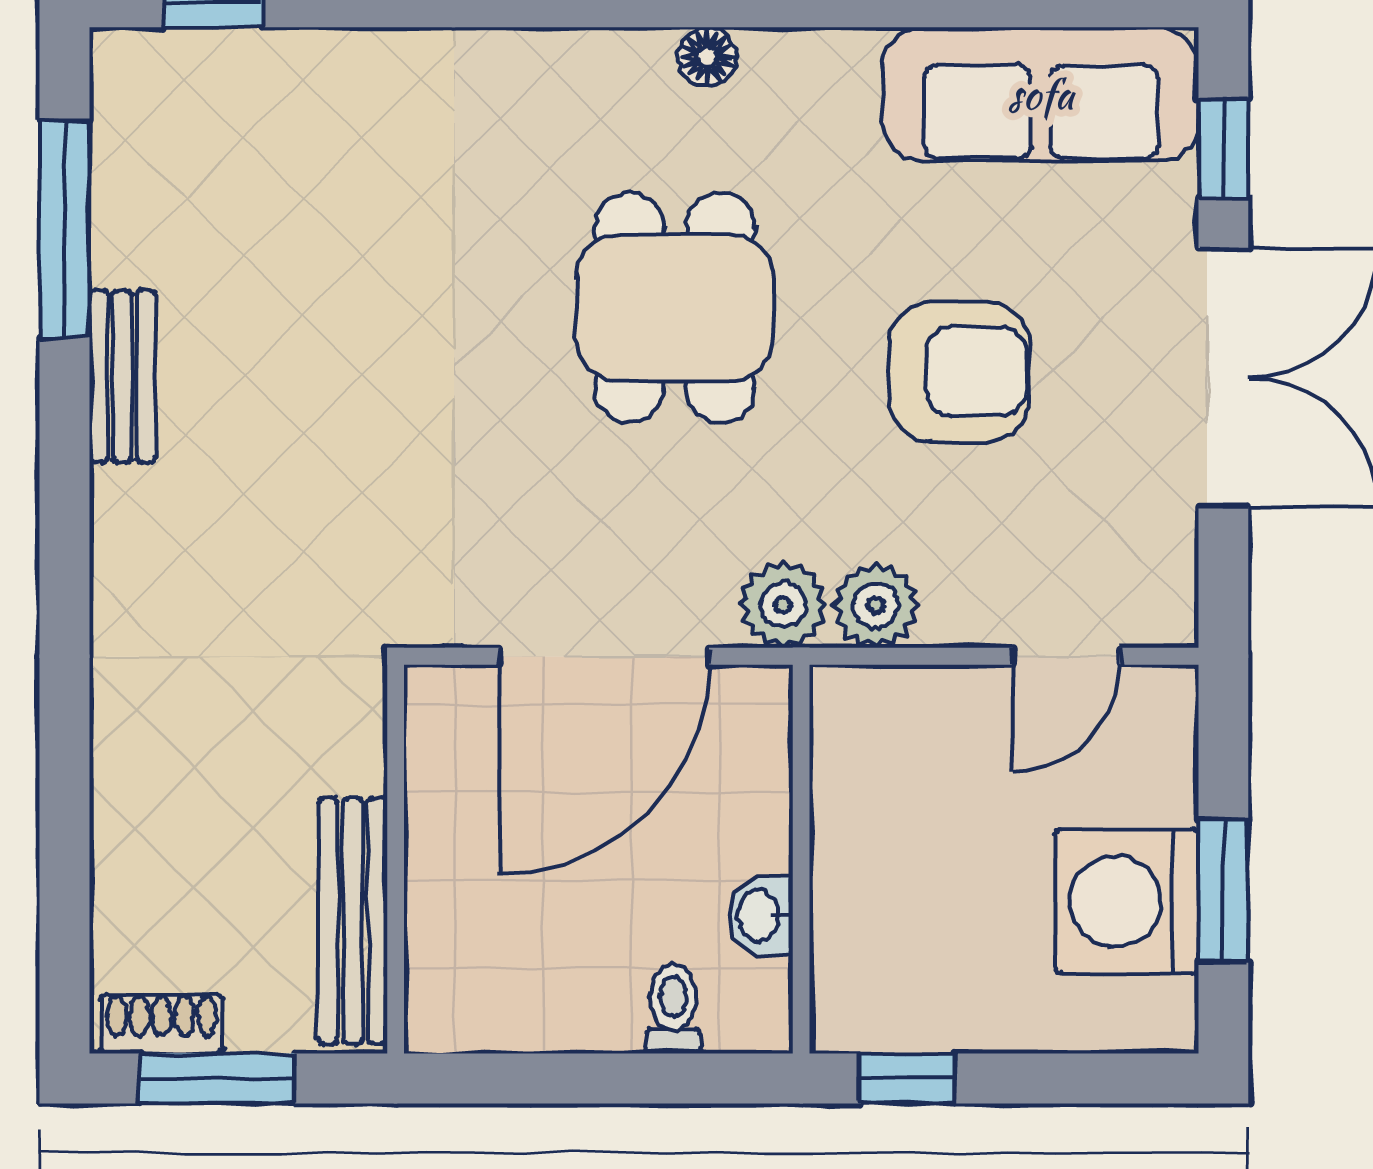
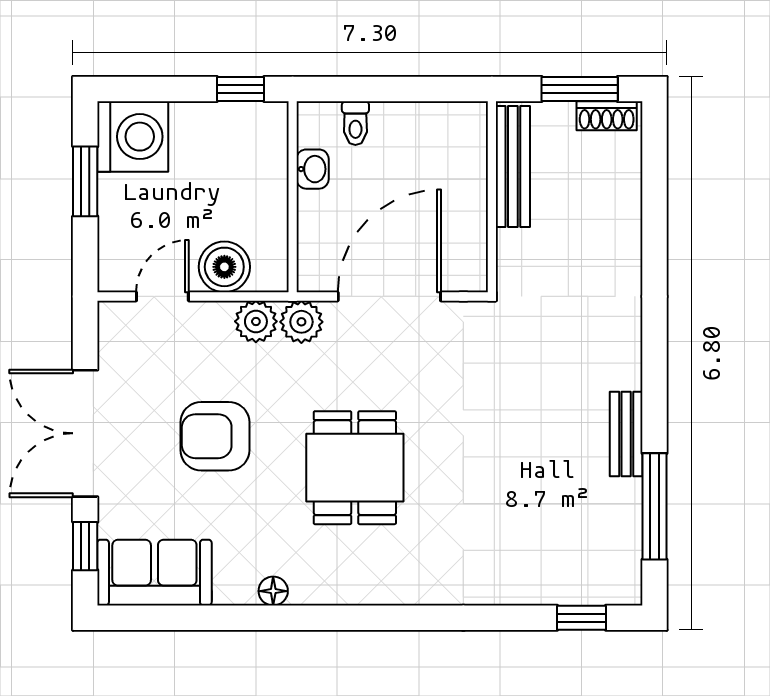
floor lamp: (707, 57) -> (273, 591), moved
sofa: (1041, 94) -> (154, 573), width x0.73
boiler: (940, 716) -> (224, 267), added
washing machine: (1127, 901) -> (133, 137), moved

